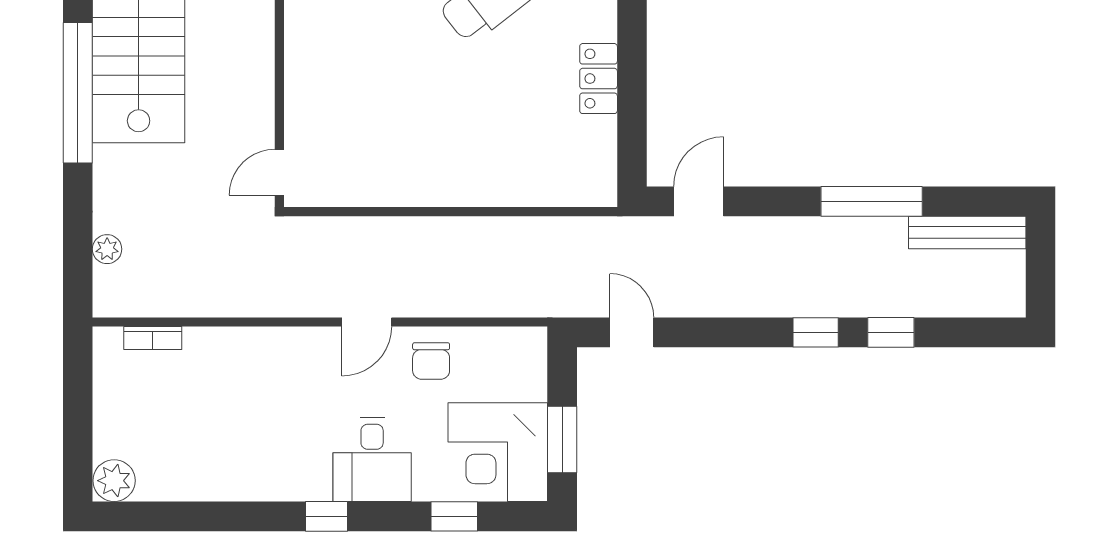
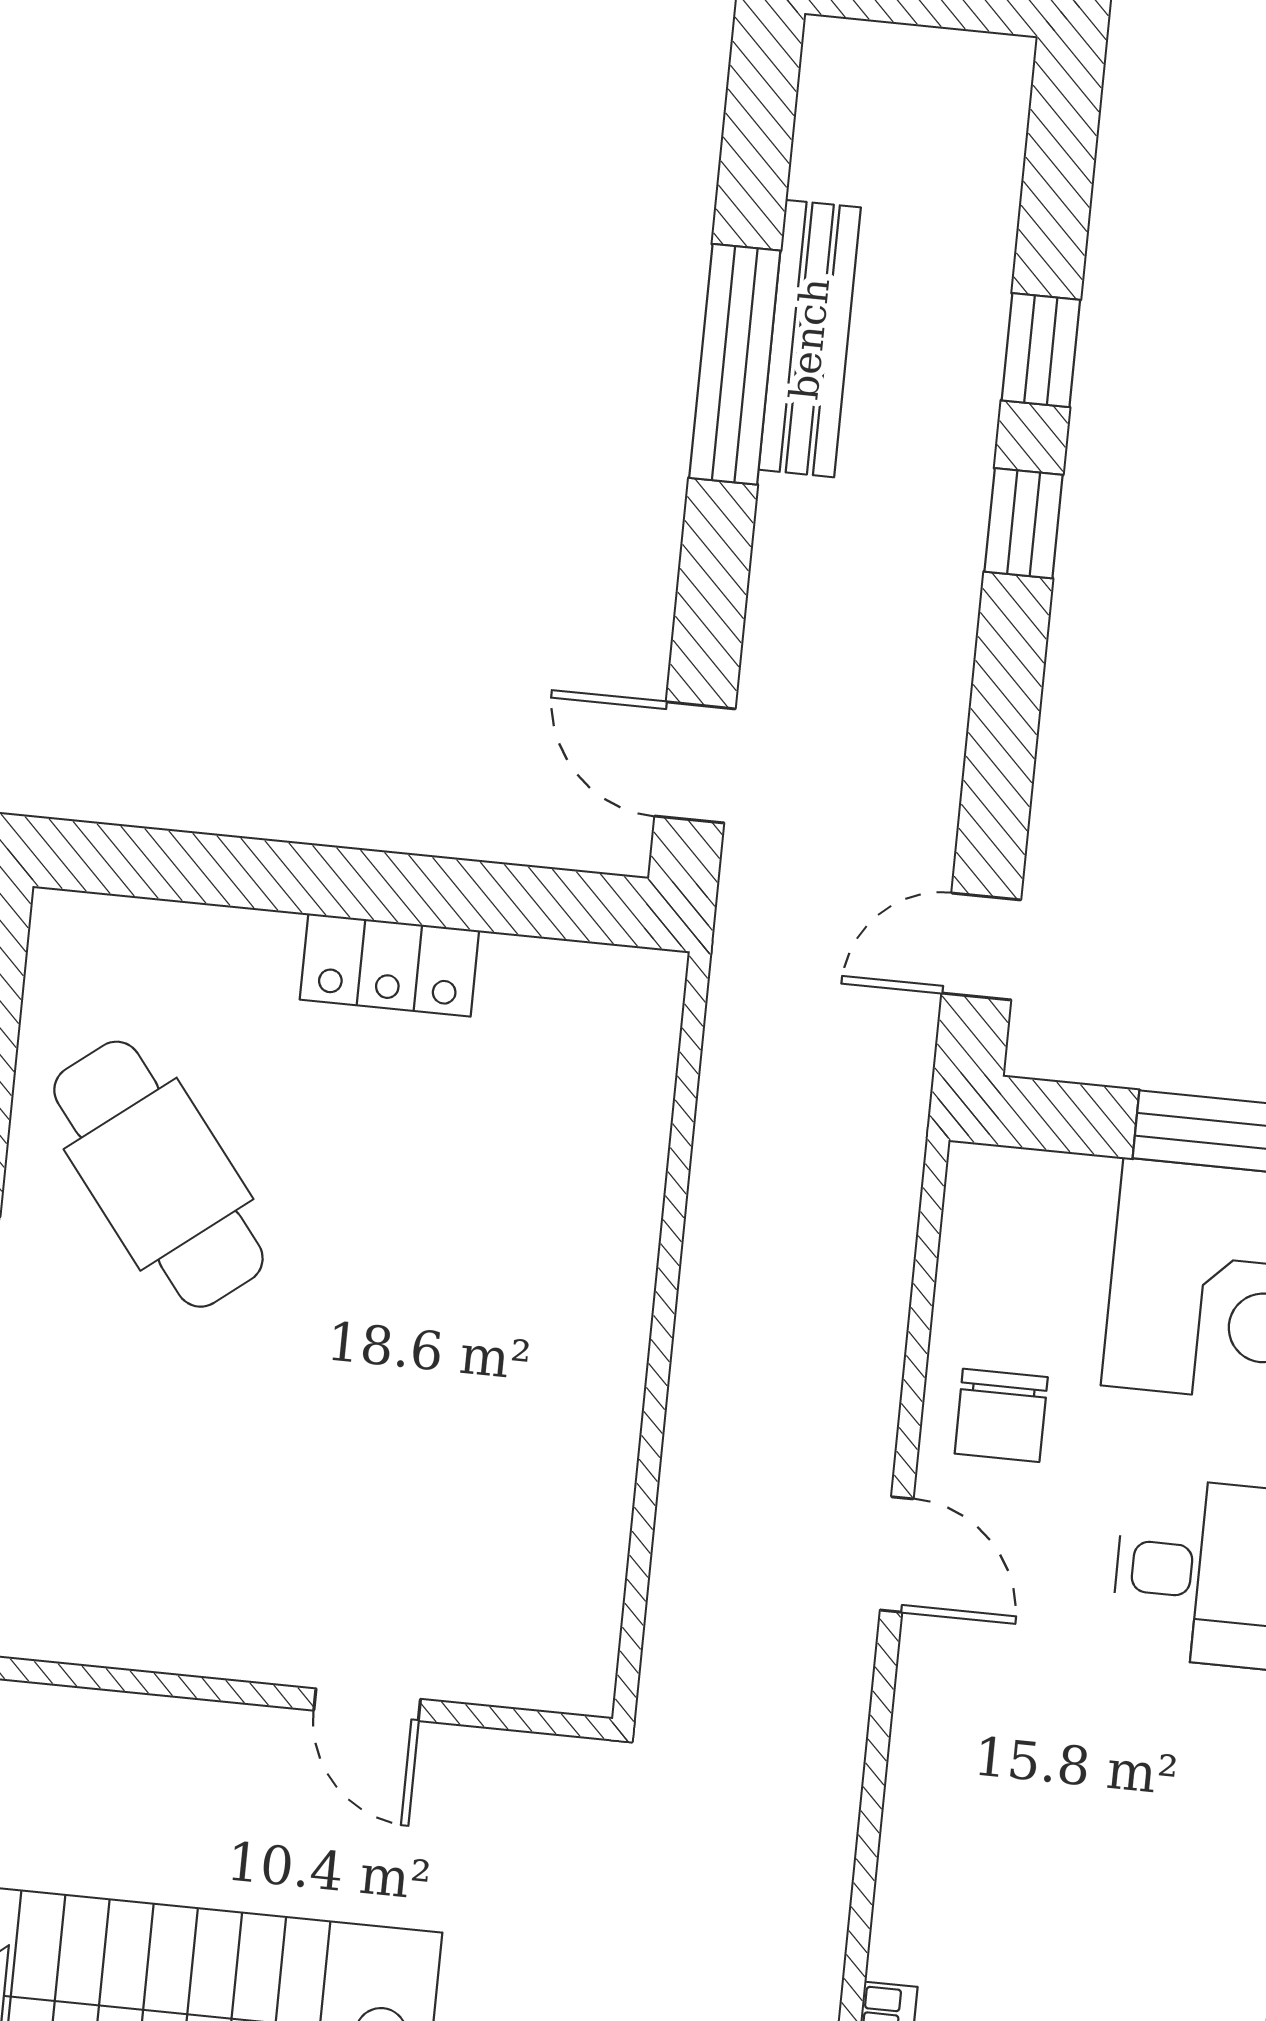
door: (279, 172) -> (367, 1705), moved
bench: (967, 232) -> (810, 339), moved
chair: (431, 361) -> (1001, 1415), turned 90

